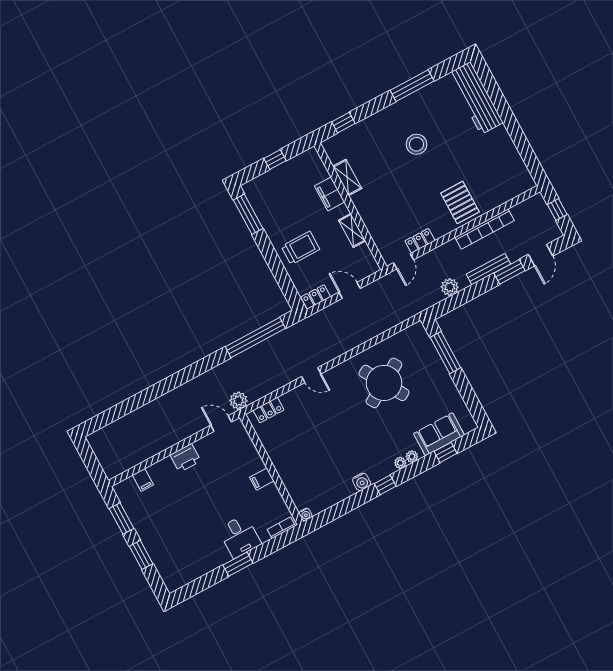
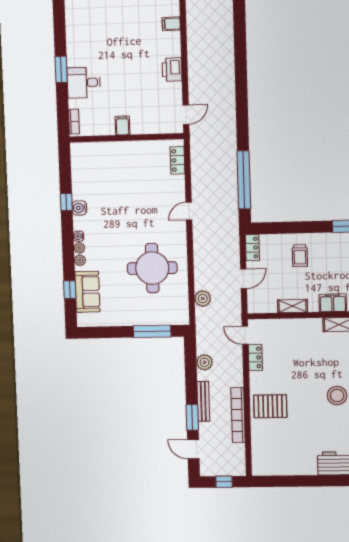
trolley: (300, 248) -> (300, 256), width x0.73, depth x0.72
round table: (384, 383) -> (152, 268), turned 31
plant: (238, 401) -> (203, 299), moved
window: (385, 485) -> (66, 202), moved
water cooler: (306, 514) -> (79, 236), moved

